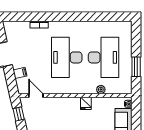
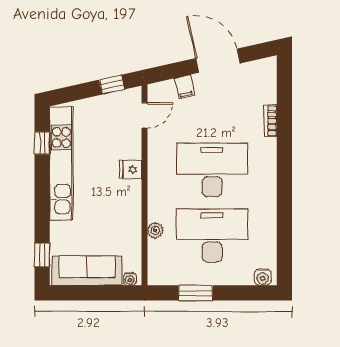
water cooler: (127, 29) -> (263, 277), added
desk: (104, 57) -> (212, 235), turned 180
fridge: (86, 103) -> (131, 169), moved

